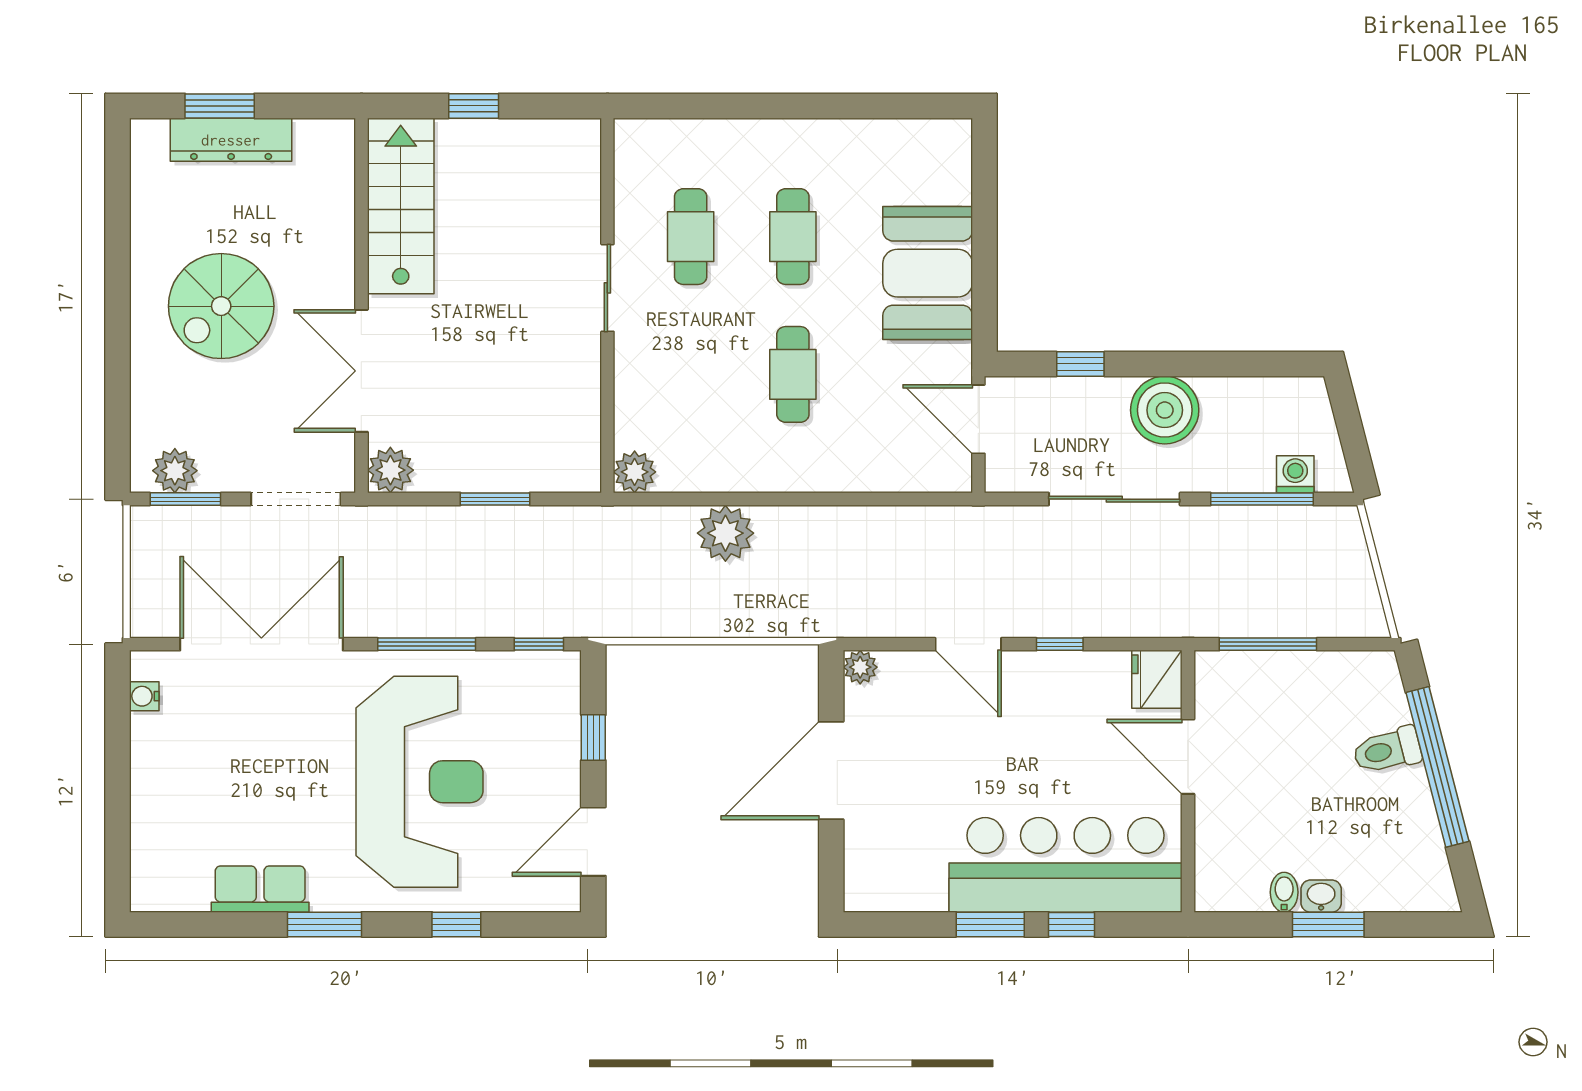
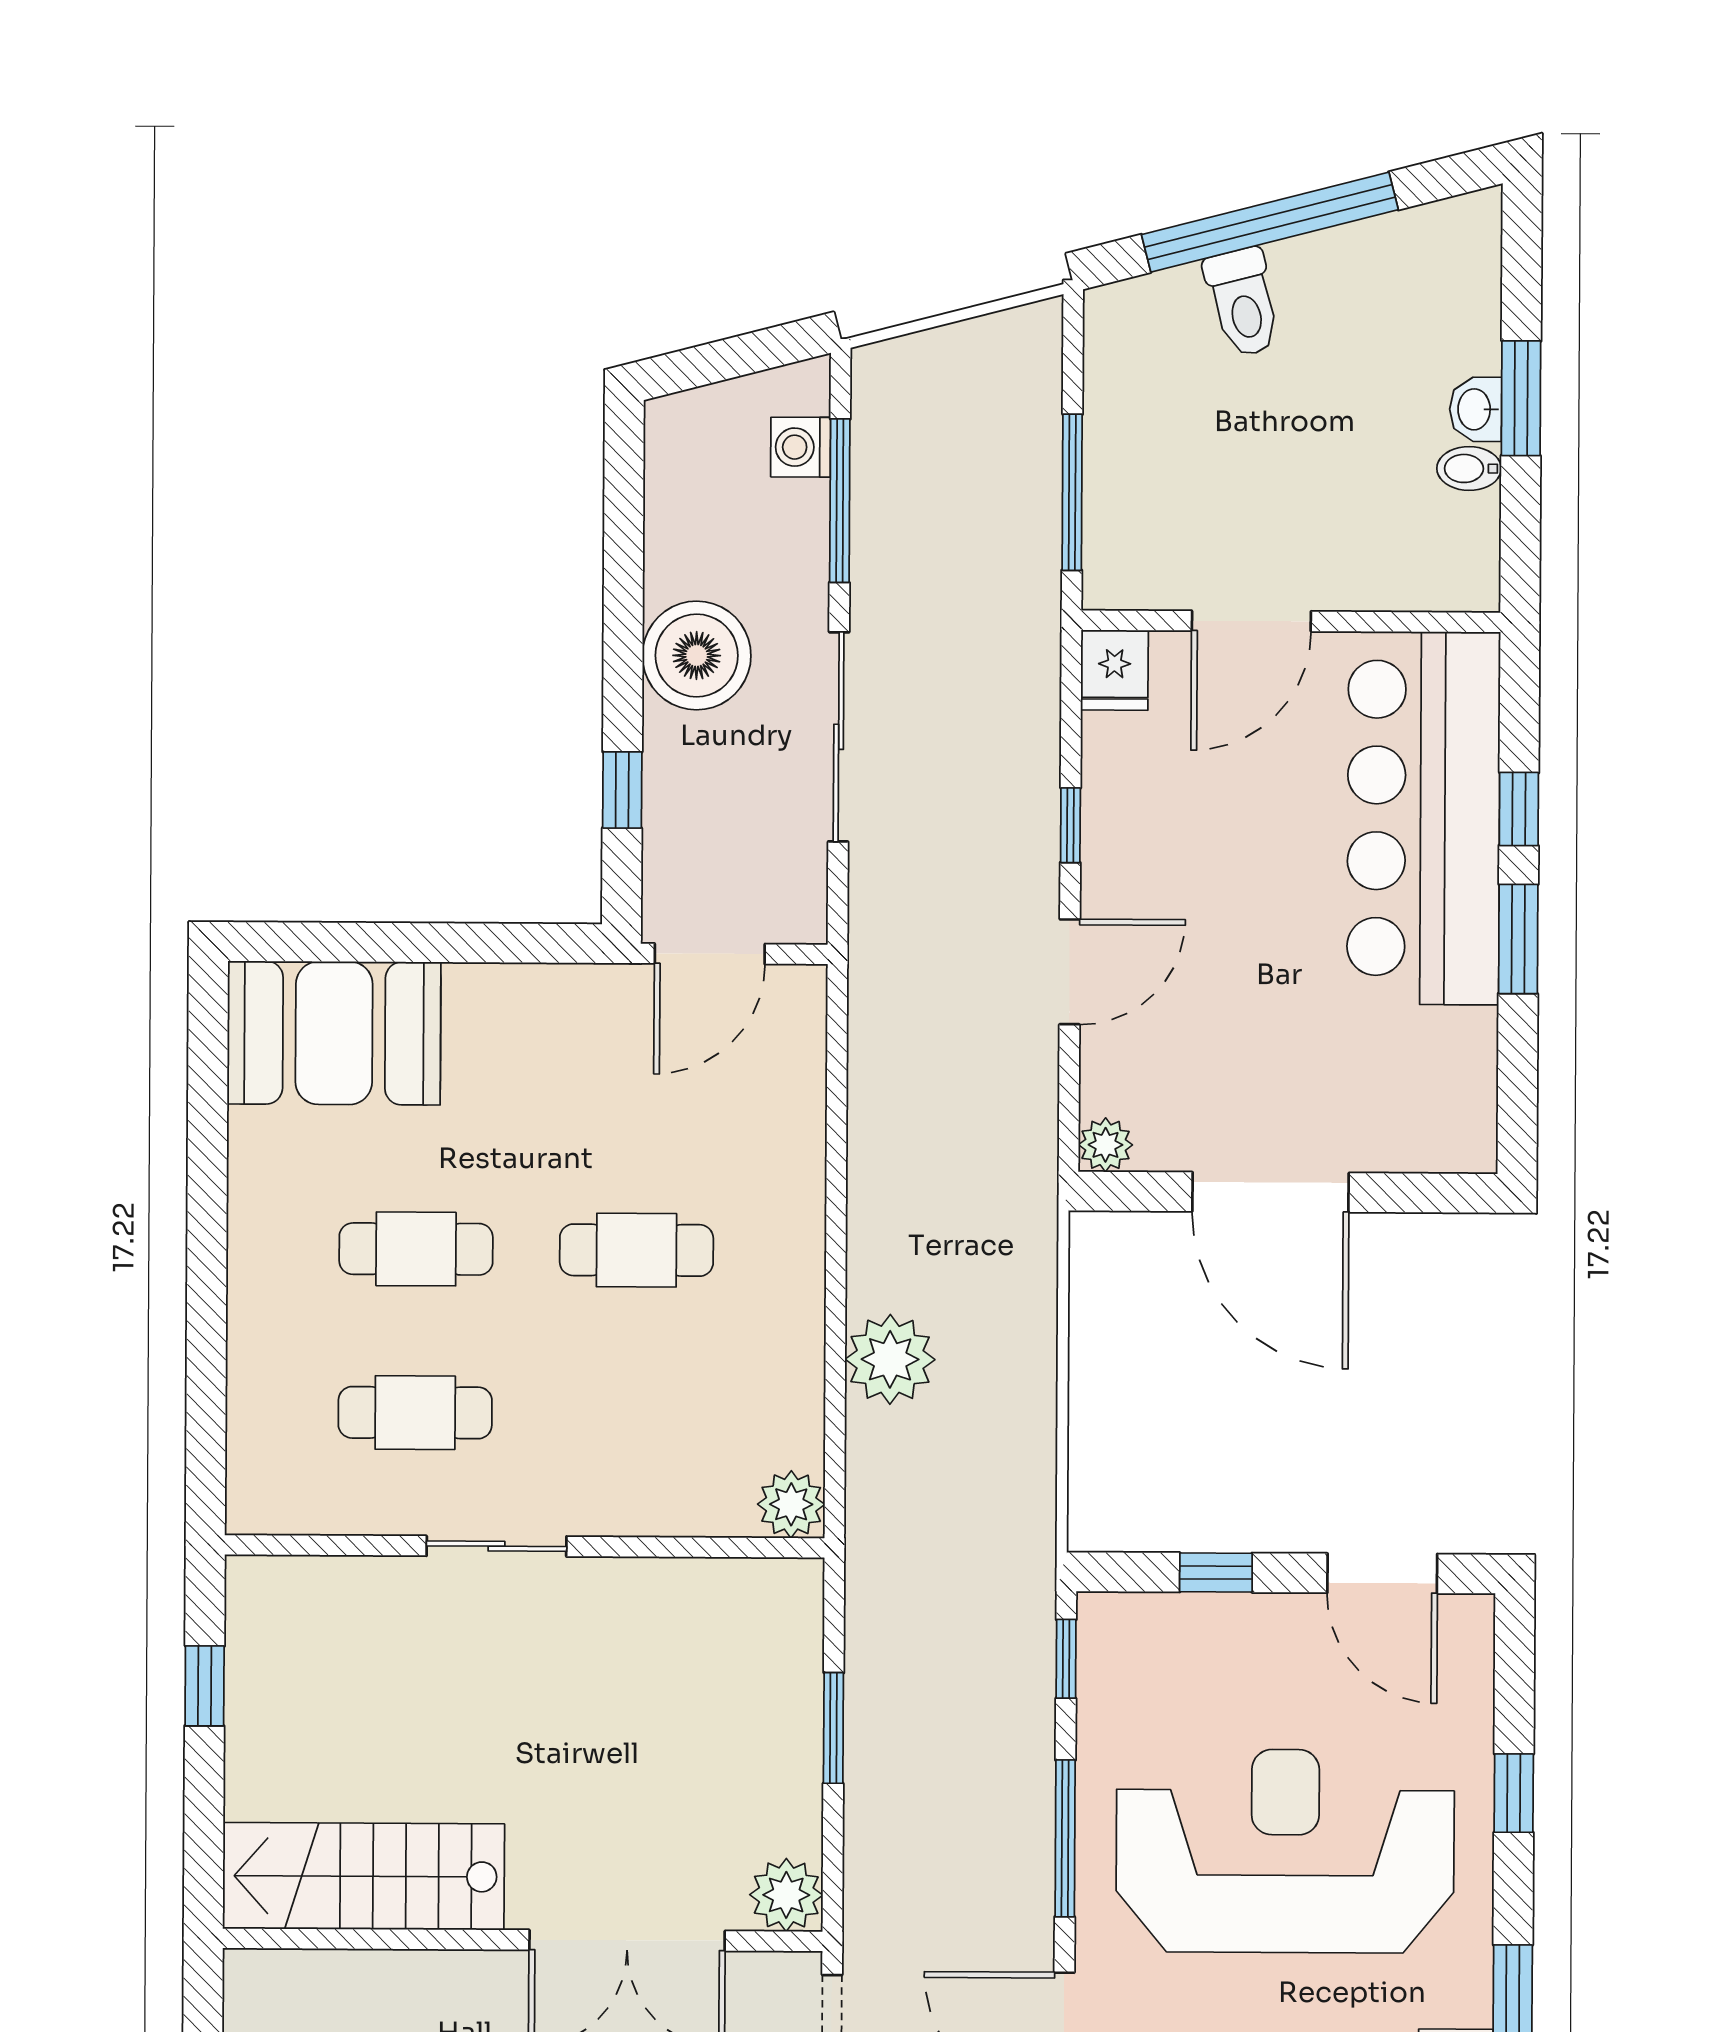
window: (474, 106) -> (205, 1686), moved
booth: (928, 273) -> (334, 1033), moved
fridge: (1157, 679) -> (1114, 670), width x0.72

